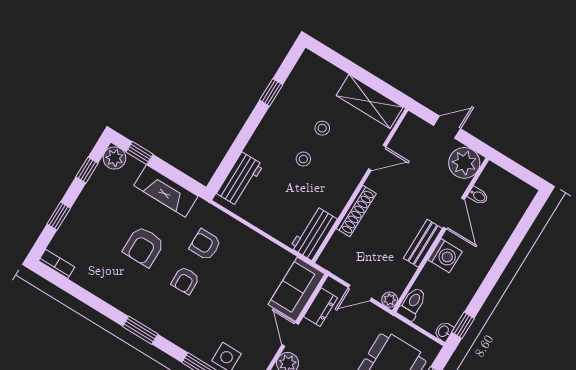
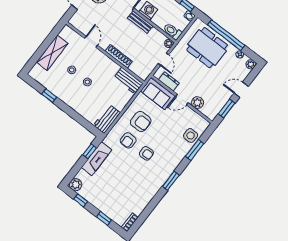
shelving: (370, 101) -> (52, 53), moved
window: (140, 153) -> (90, 151), moved
workbench: (240, 179) -> (107, 119), moved, turned -90
armchair: (144, 246) -> (141, 121), moved

